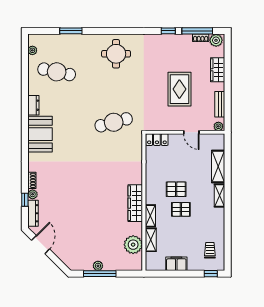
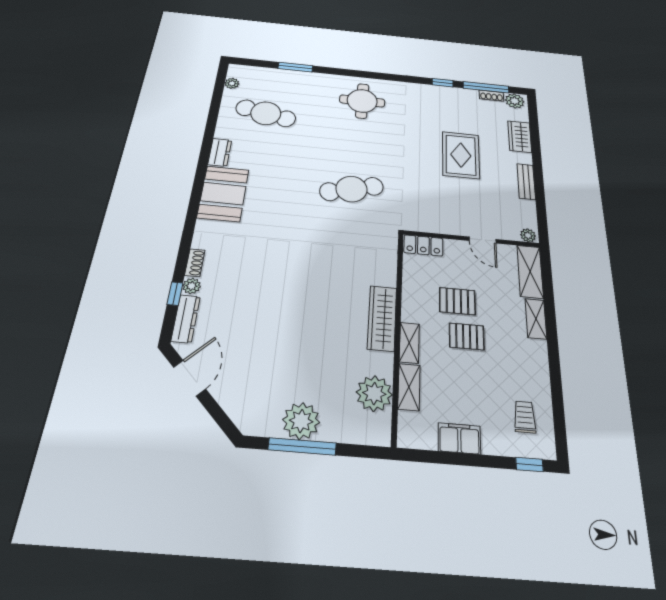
plant: (218, 126) -> (528, 235), moved
wall: (185, 132) -> (472, 239), moved
door: (191, 132) -> (483, 240), moved
locker: (157, 140) -> (423, 245), moved
plant: (98, 266) -> (301, 421), width x1.88, depth x1.88

